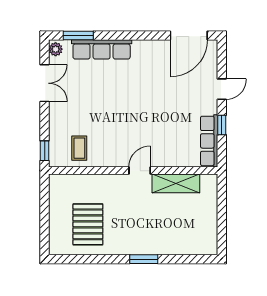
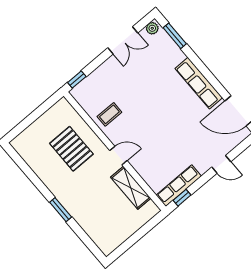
row of seats: (102, 49) -> (199, 83), moved
window: (222, 125) -> (182, 198), moved
coffee table: (79, 148) -> (109, 114), moved
pallet: (88, 224) -> (71, 149), moved, turned 90

